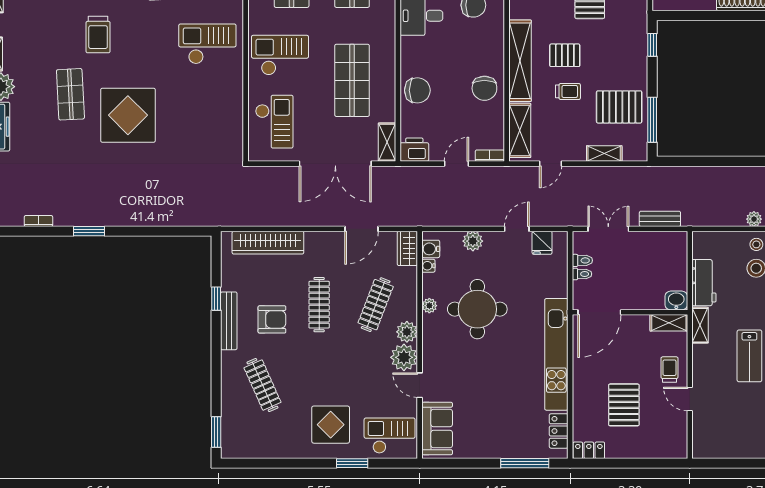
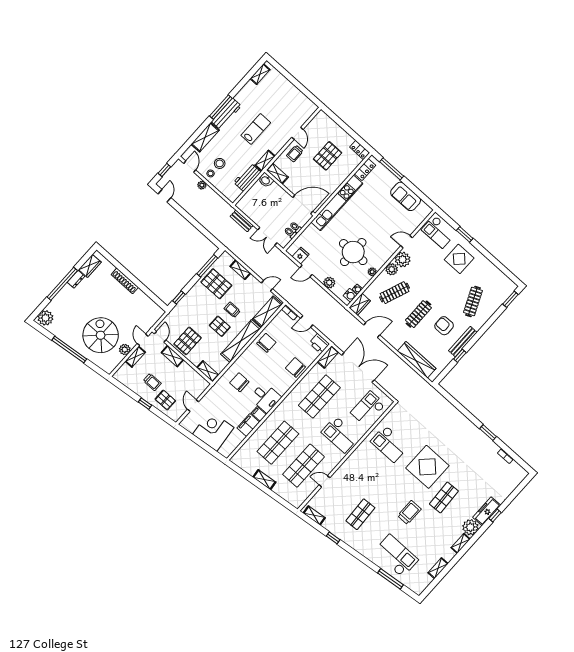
checkout: (207, 44) -> (390, 444), moved
door: (420, 385) -> (406, 242), swing flipped
sofa: (437, 428) -> (406, 196), moved, turned -90

